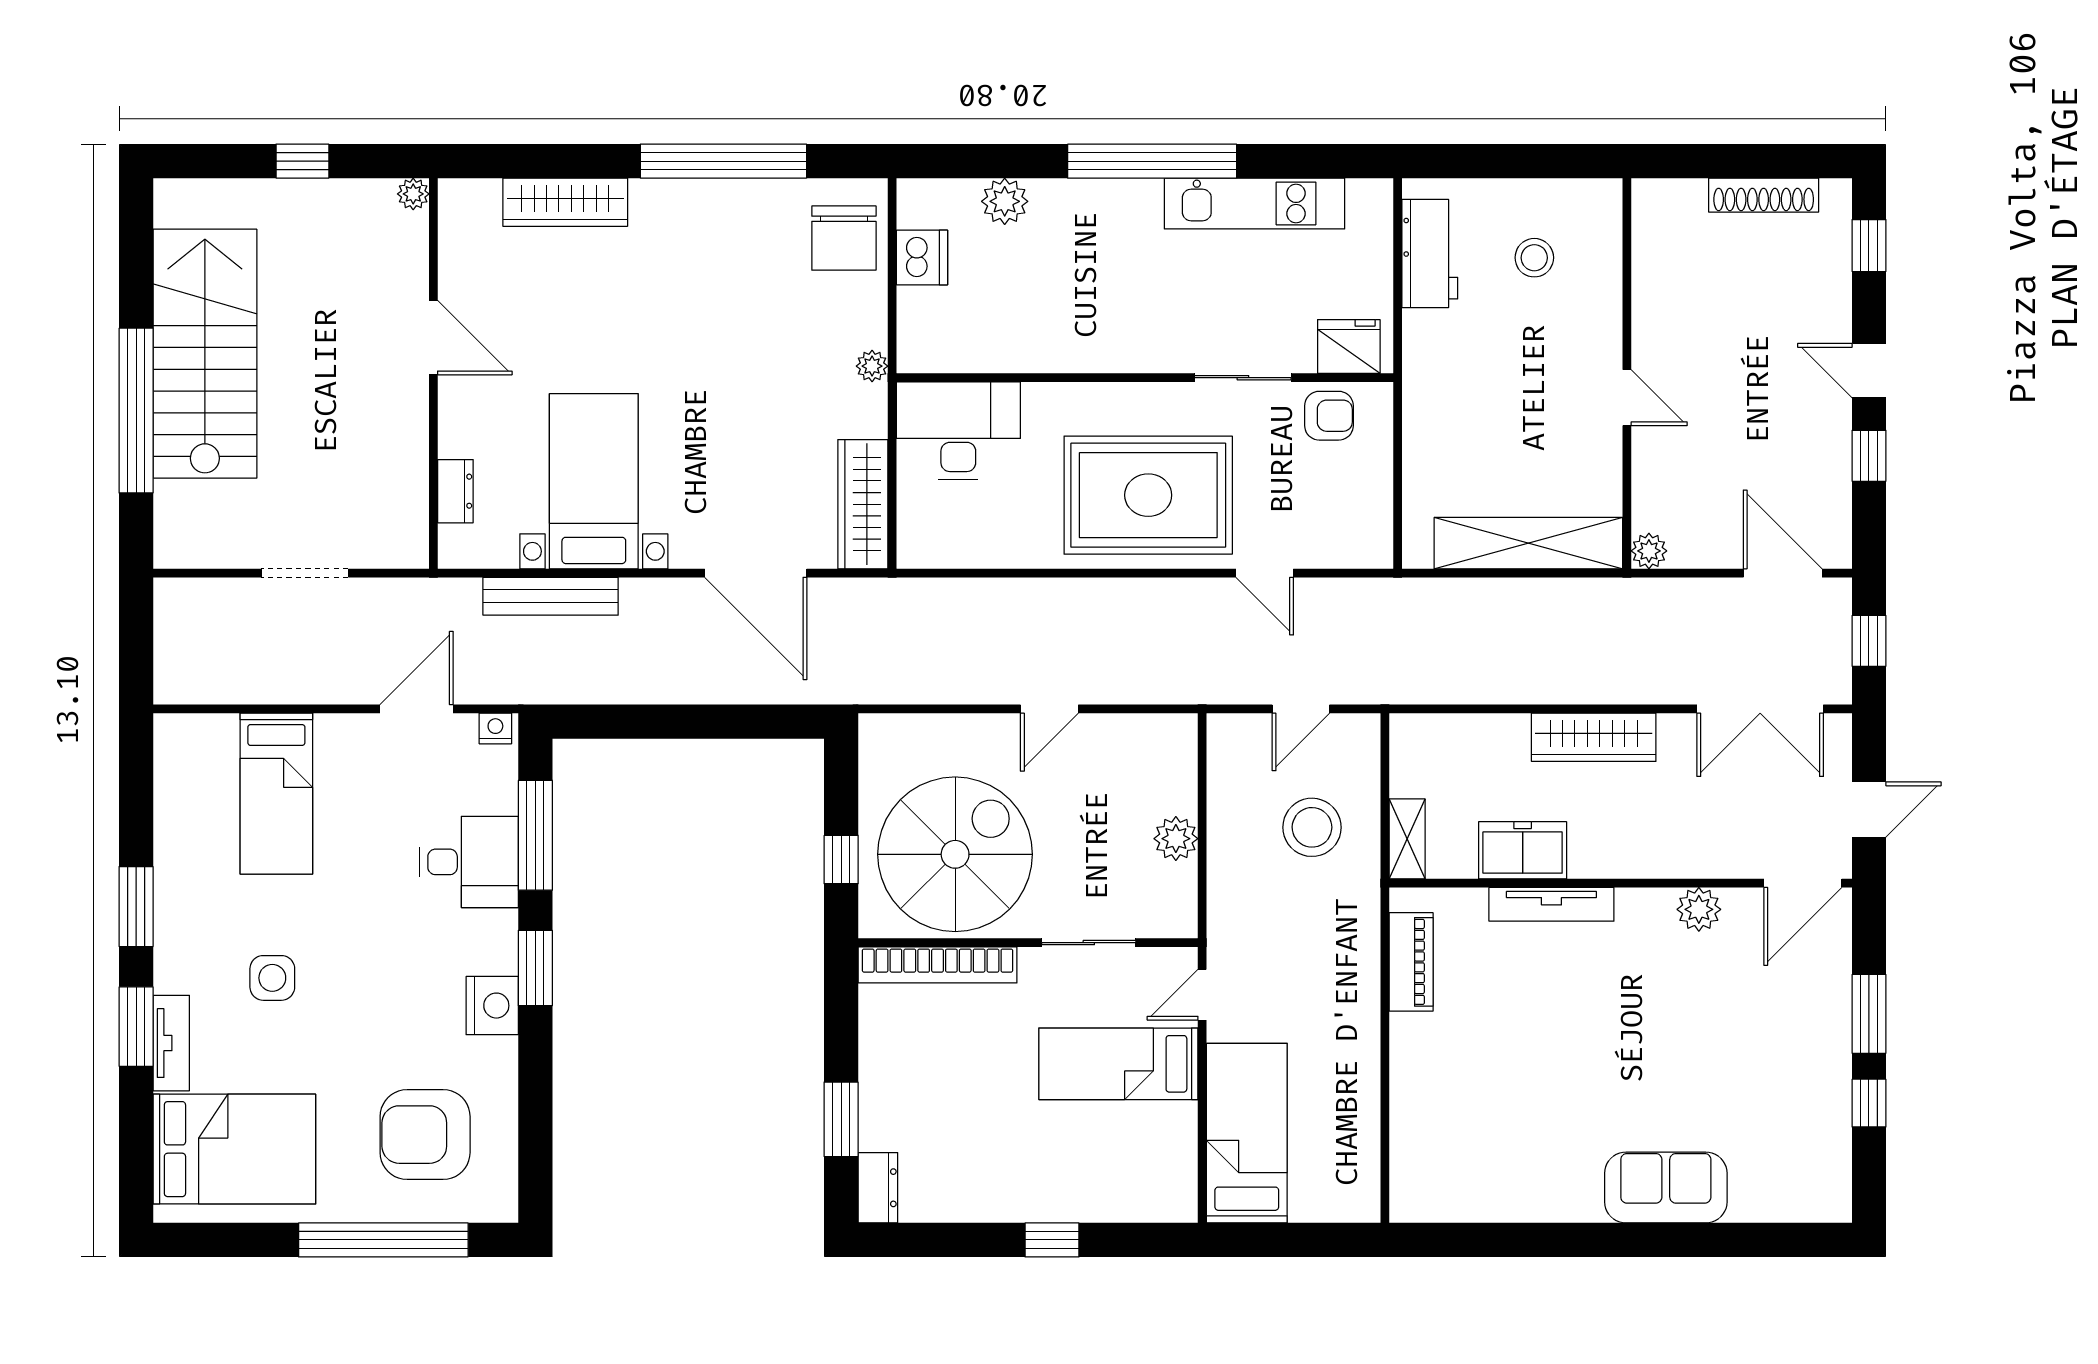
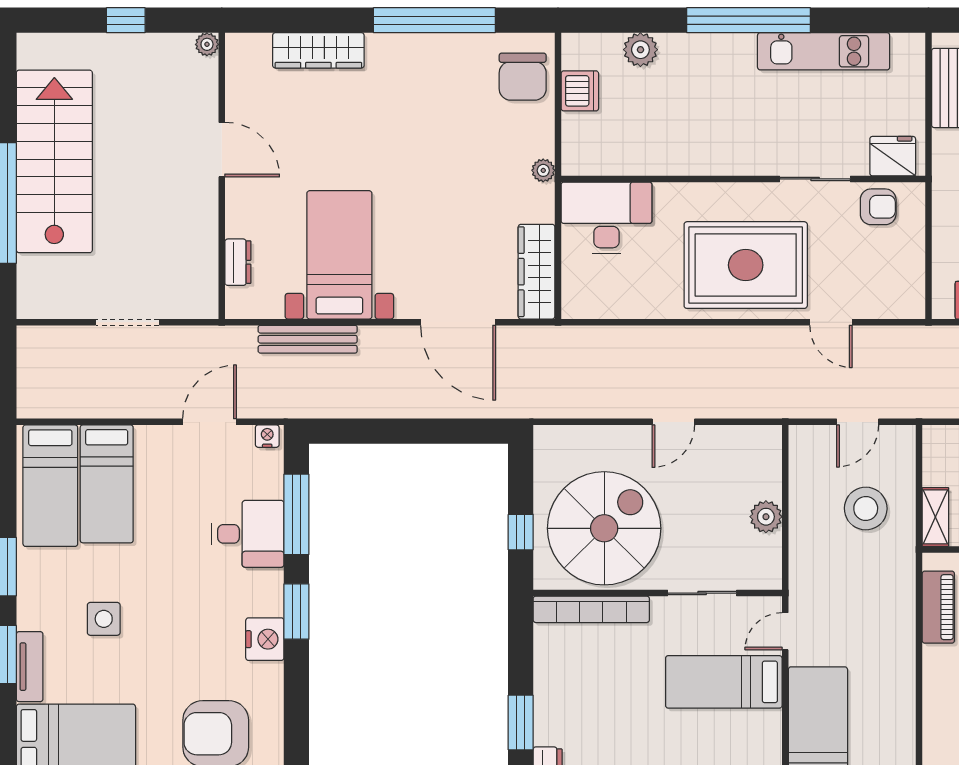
bed: (199, 796) -> (50, 486), added

